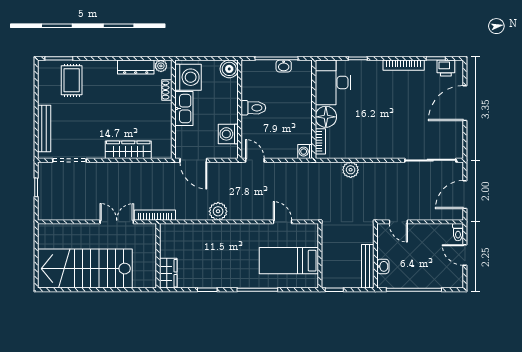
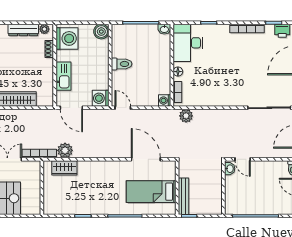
washbasin: (284, 66) -> (164, 29), moved
kitchen sink: (184, 109) -> (64, 76), moved
floor lamp: (326, 117) -> (178, 72), width x0.53, depth x0.53
washing machine: (228, 134) -> (101, 98), moved
plant: (351, 170) -> (186, 116), moved
plant: (218, 211) -> (65, 150), moved
door: (283, 222) -> (146, 159), width x1.88
bench: (368, 266) -> (183, 196), moved
washbasin: (383, 266) -> (230, 169), moved
wardrobe: (168, 273) -> (64, 168), moved, turned 90

